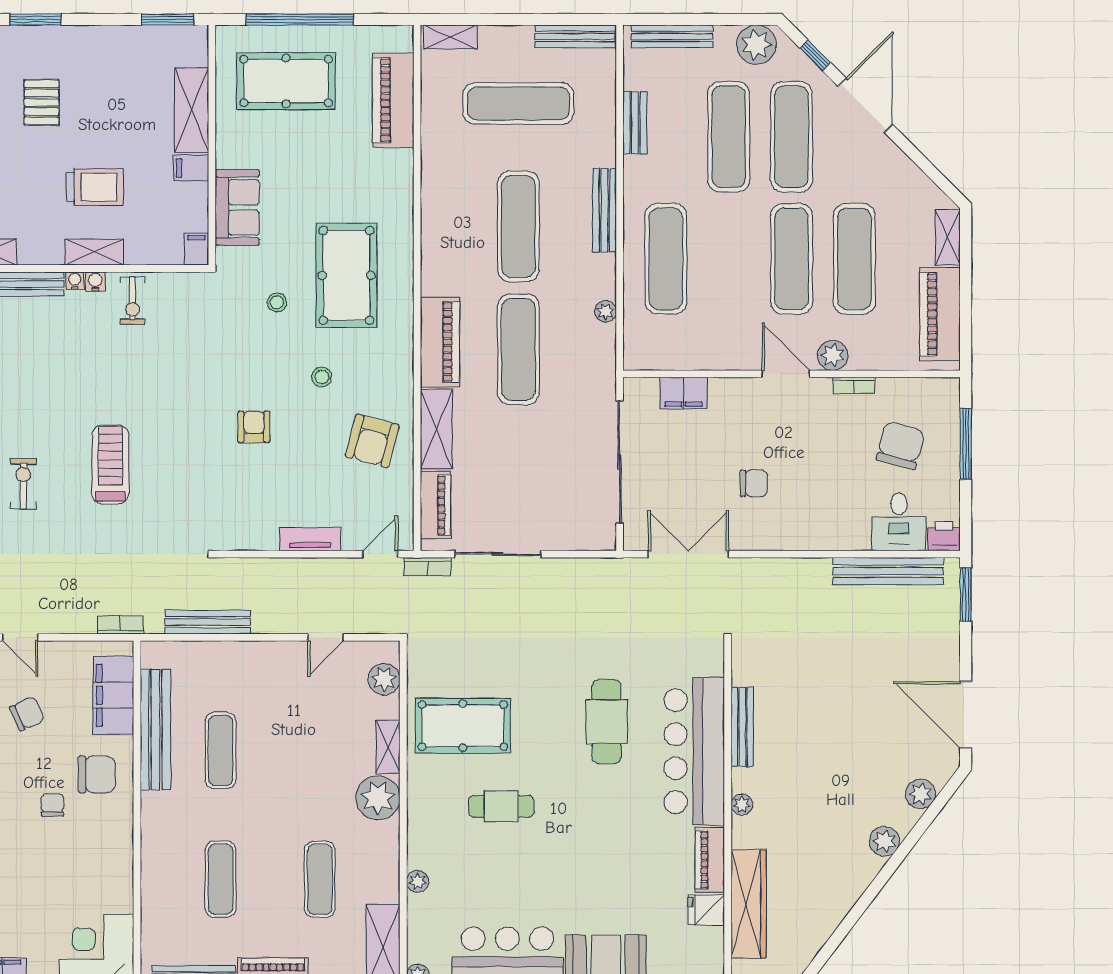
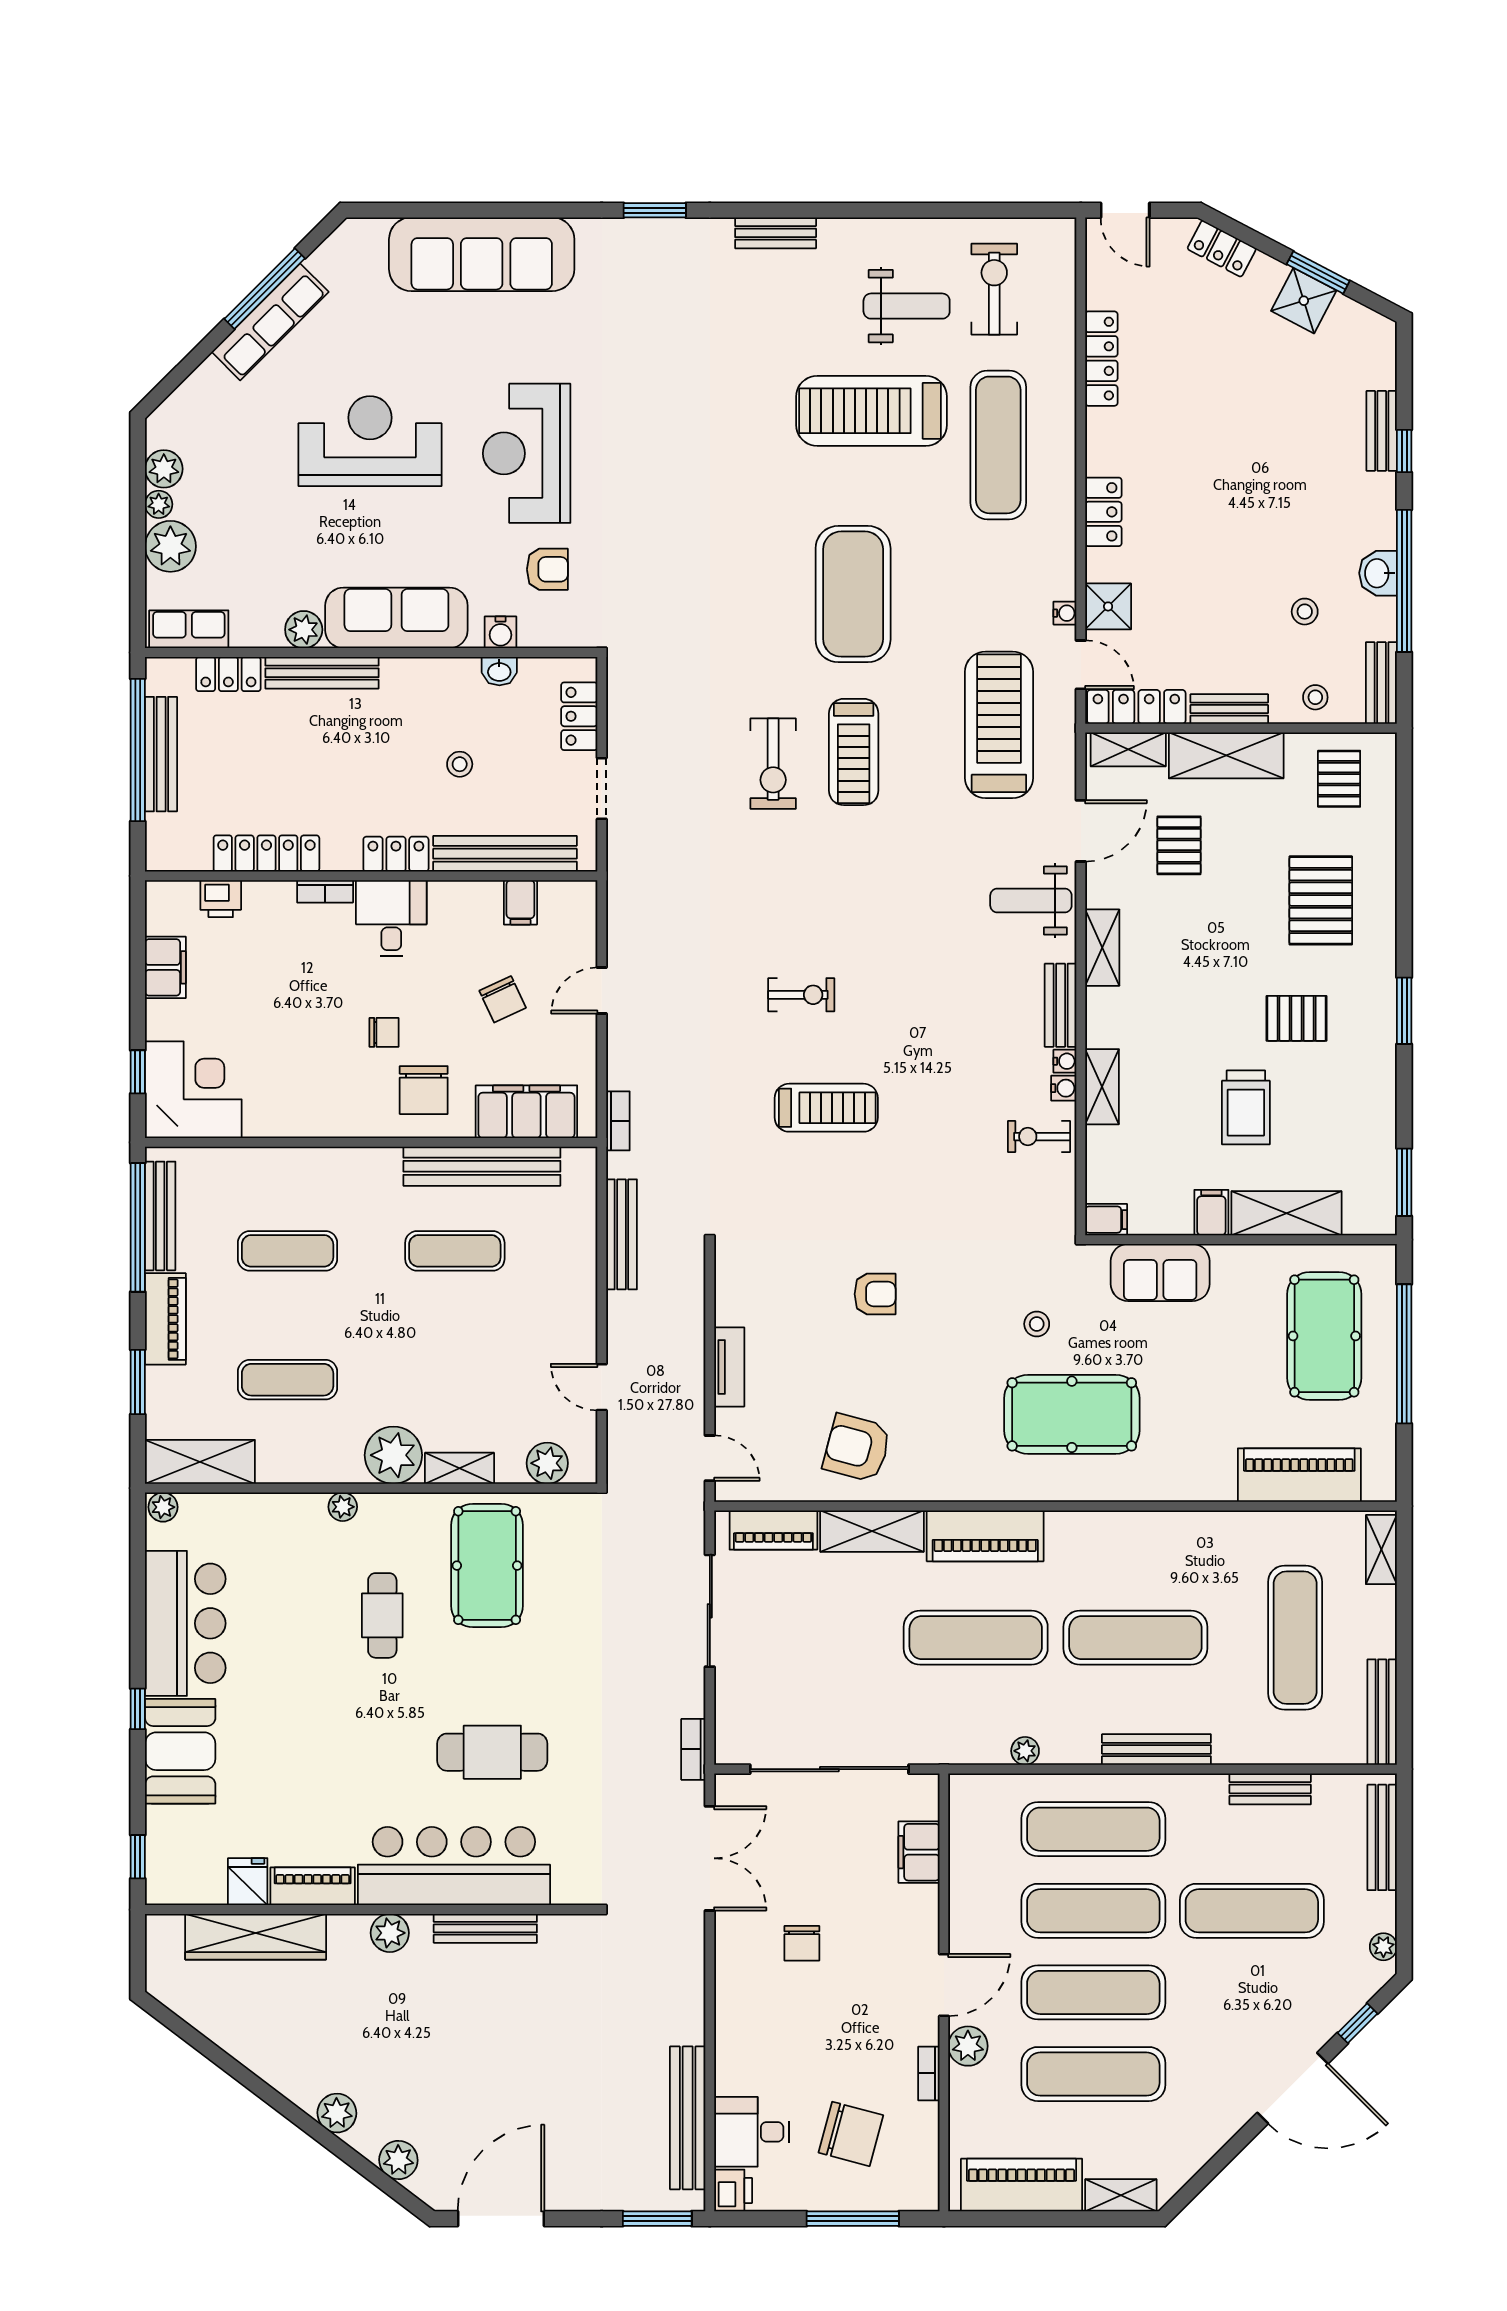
plant: (756, 45) -> (1383, 1947), width x0.53, depth x0.53
exercise mat: (792, 137) -> (1093, 1911), moved
trolley: (95, 187) -> (1246, 1107), moved
stool: (322, 377) -> (940, 1382), removed
bookcase: (427, 567) -> (693, 1749), moved
plant: (742, 805) -> (390, 1933), width x1.38, depth x1.38
plant: (418, 881) -> (343, 1507), moved

